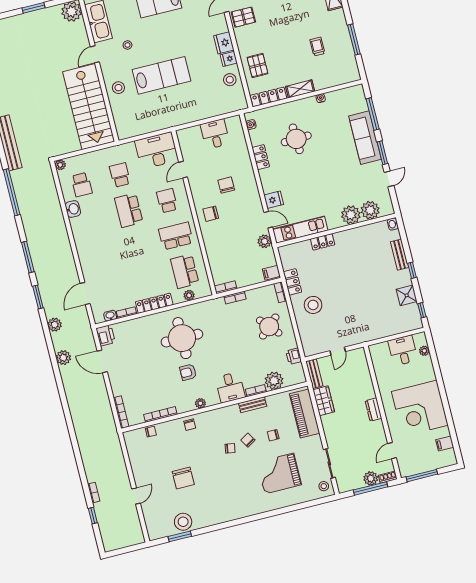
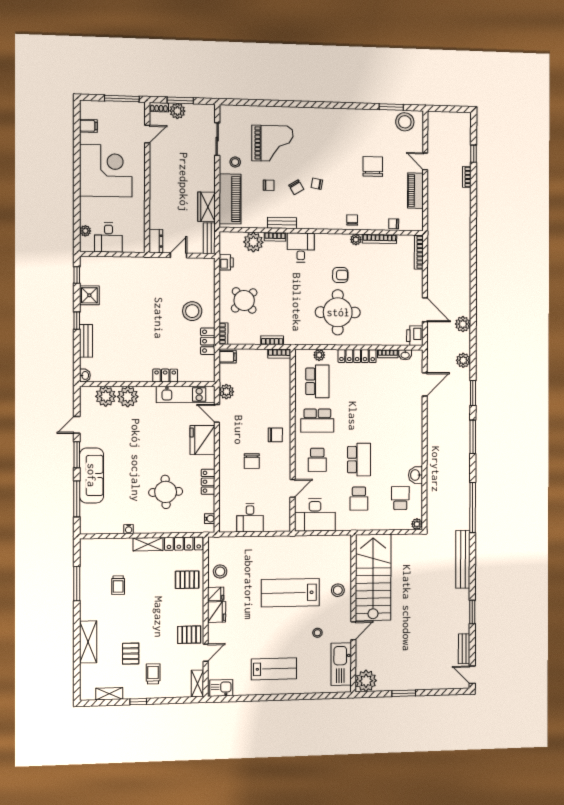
pallet: (257, 66) -> (187, 580), turned 90
fridge: (274, 200) -> (203, 440), width x1.88, depth x1.34
plant: (200, 403) -> (356, 240), moved
dresser: (373, 409) -> (156, 241), moved
piano: (138, 467) -> (415, 191), added
stool: (324, 486) -> (235, 162), moved
window: (370, 488) -> (180, 100), width x0.69
door: (136, 496) -> (425, 161), hinge flipped
stool: (183, 522) -> (405, 122), moved

